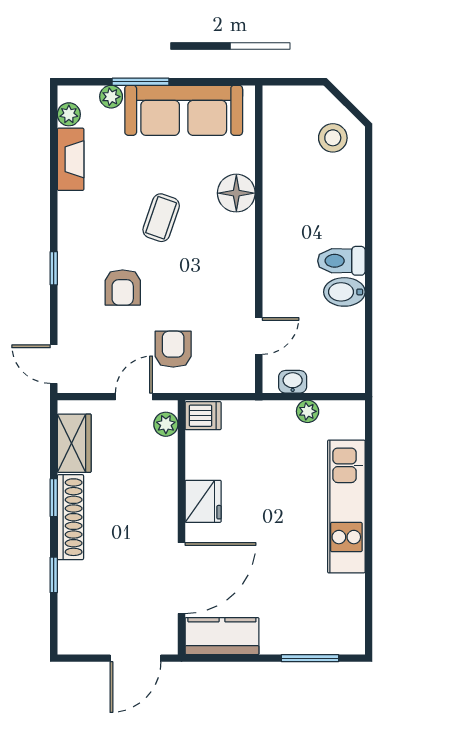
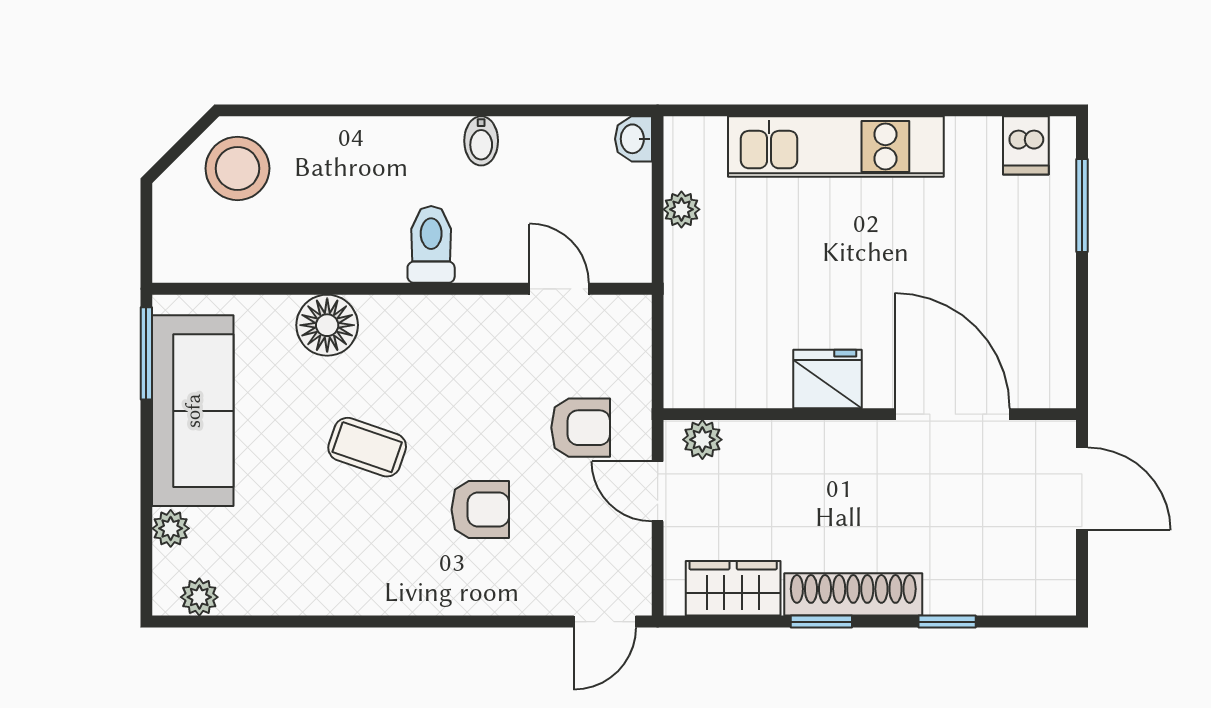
window: (141, 82) -> (146, 353), moved
stool: (333, 138) -> (237, 168), width x1.38, depth x1.38
fireplace: (71, 159) -> (272, 594), removed
toilet: (341, 261) -> (431, 244), moved, turned 180
window: (54, 268) -> (449, 622), removed
bidet: (344, 292) -> (481, 141), width x0.72, depth x0.74
armchair: (173, 349) -> (581, 428), turned 180
washbasin: (293, 382) -> (633, 139), moved
dishwasher: (203, 416) -> (1026, 145), moved, turned 180
kitchen counter: (222, 636) -> (1046, 348), removed

